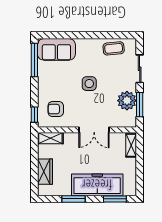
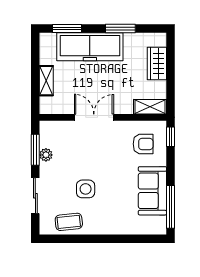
sofa: (56, 49) -> (152, 191), moved, turned -90
side table: (89, 84) -> (86, 189), moved
plant: (127, 101) -> (46, 155), width x0.53, depth x0.53
shelving: (131, 145) -> (46, 81), moved

